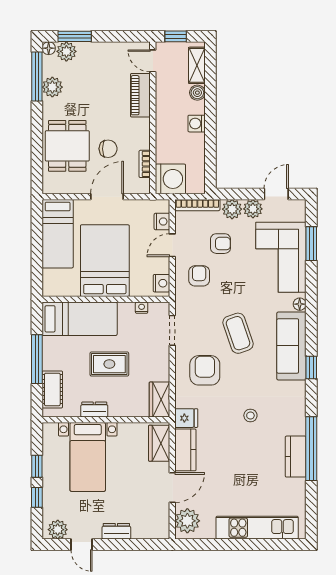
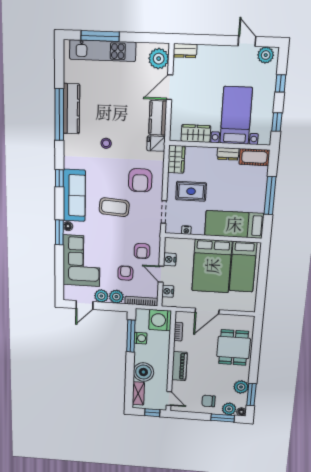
window: (37, 76) -> (251, 395), width x0.69
boiler: (197, 93) -> (143, 372), width x1.86, depth x1.86
piano: (140, 95) -> (179, 366), moved
washing machine: (197, 124) -> (141, 338), moved
chair: (108, 149) -> (209, 401), moved
window: (210, 153) -> (131, 336), added
bed: (58, 234) -> (243, 267), moved, turned 180
armchair: (220, 244) -> (125, 273), turned 90
window: (311, 244) -> (59, 232), moved
door: (172, 245) -> (161, 274), swing flipped
nightstand: (161, 283) -> (170, 259), moved
coffee table: (238, 333) -> (114, 207), turned -67
rug: (109, 364) -> (191, 191), moved
cot: (52, 389) -> (254, 157), moved, turned 90
wardrobe: (159, 443) -> (196, 133), moved, turned -90
kitchen counter: (296, 457) -> (71, 109), width x1.50
window: (37, 466) -> (277, 122), moved
dresser: (116, 531) -> (185, 51), moved
window: (260, 545) -> (100, 36), added

